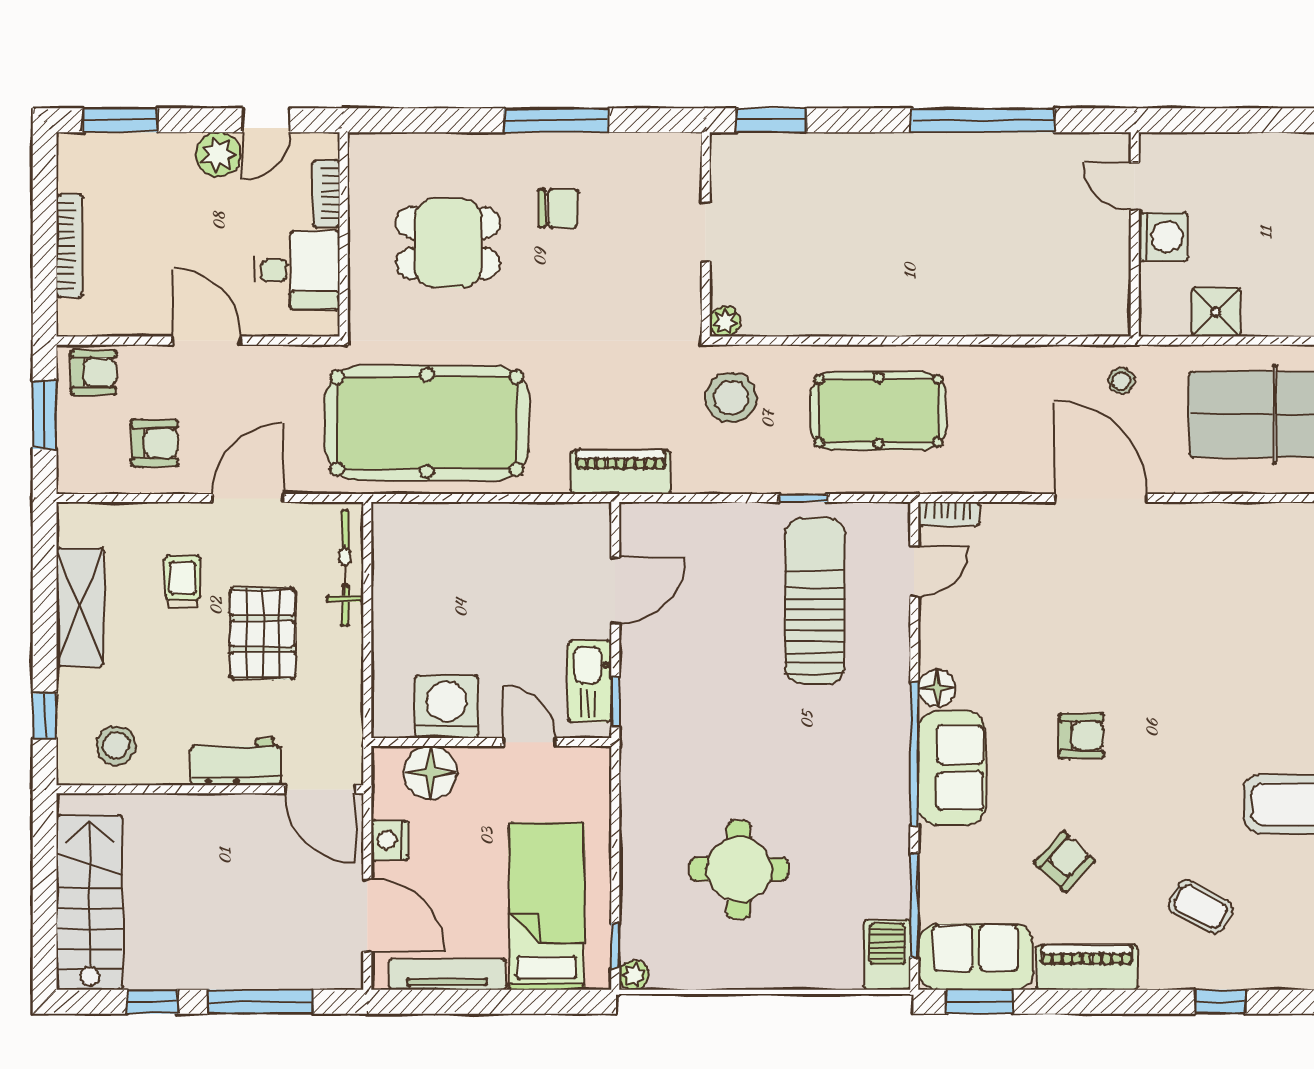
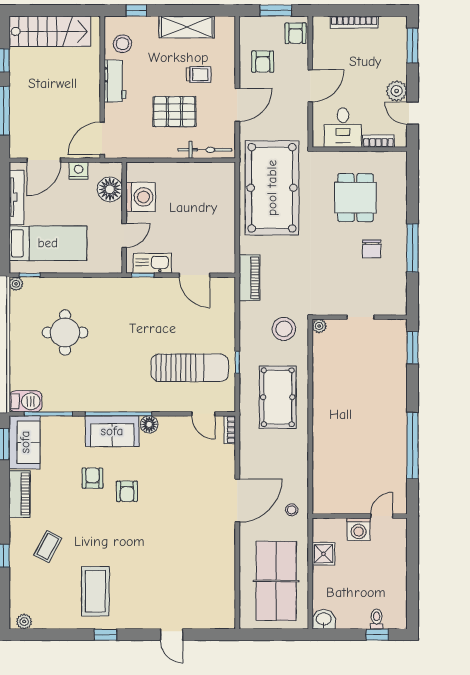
door: (248, 498) -> (237, 105), hinge flipped
workbench: (236, 762) -> (115, 81), moved
armchair: (1064, 862) -> (92, 478), moved, turned -133

